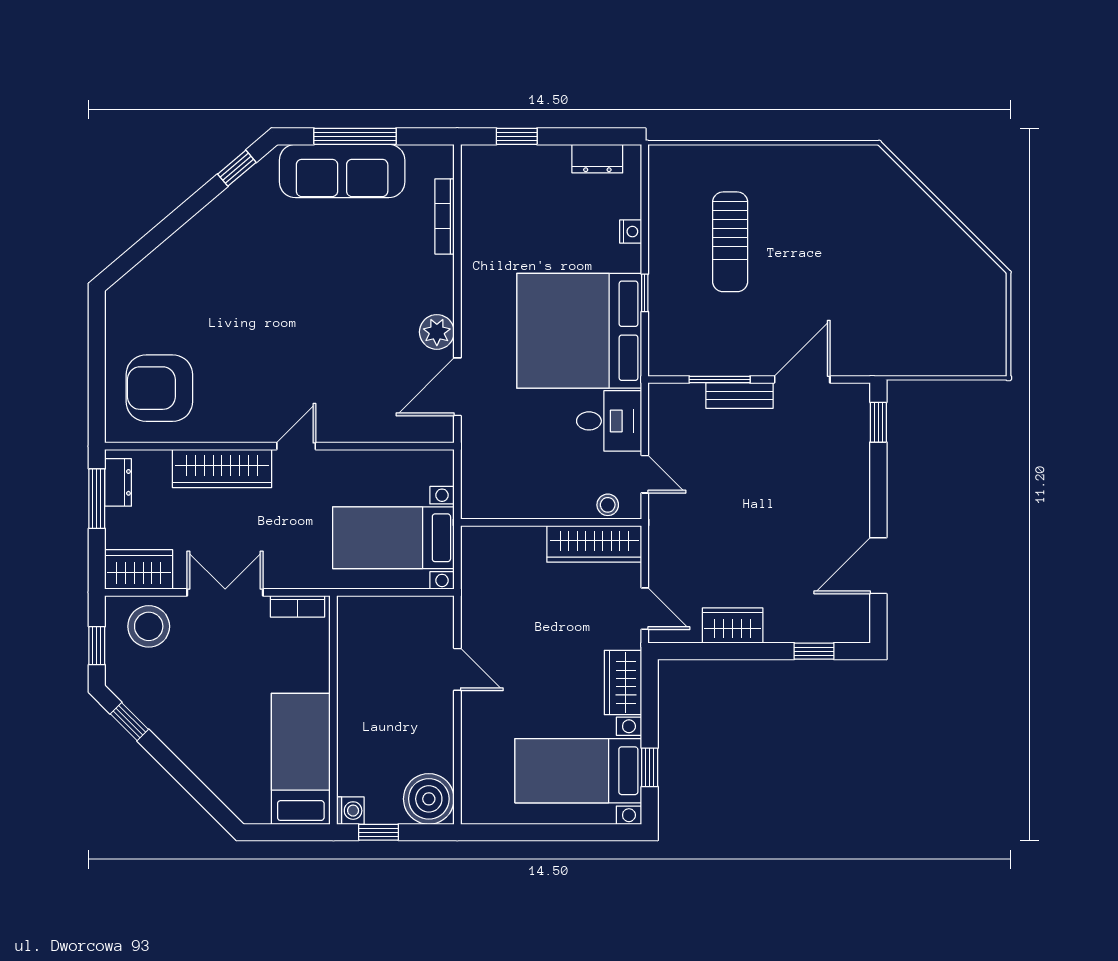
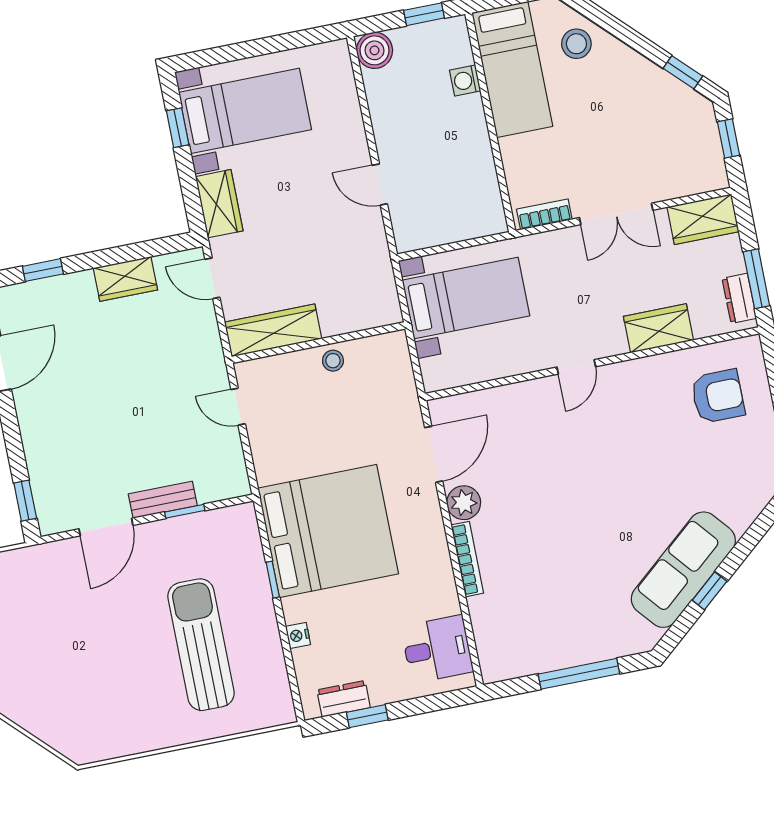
window: (517, 136) -> (367, 716), moved
window: (237, 168) -> (710, 591), moved
sofa: (342, 171) -> (683, 570), moved, turned -40
bookcase: (445, 216) -> (467, 559), moved
sun lounger: (730, 242) -> (201, 645), width x1.36, depth x1.34
window: (720, 379) -> (185, 511), width x0.67
armchair: (159, 388) -> (718, 396), width x0.73, depth x0.73
desk: (609, 421) -> (437, 649), moved, turned 180
wardrobe: (222, 469) -> (658, 328), width x0.67
stool: (608, 505) -> (333, 361), moved
stool: (149, 626) -> (576, 44), moved, width x0.73, depth x0.73
boiler: (429, 799) -> (375, 50), width x0.73, depth x0.73
washing machine: (350, 811) -> (465, 80), moved

